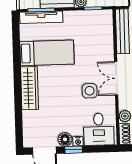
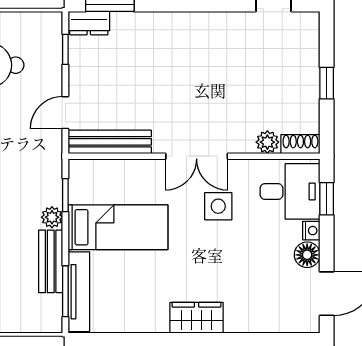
bed: (47, 53) -> (118, 227), moved, turned 90
wardrobe: (30, 88) -> (196, 318), width x0.67
window: (74, 150) -> (327, 199), moved

